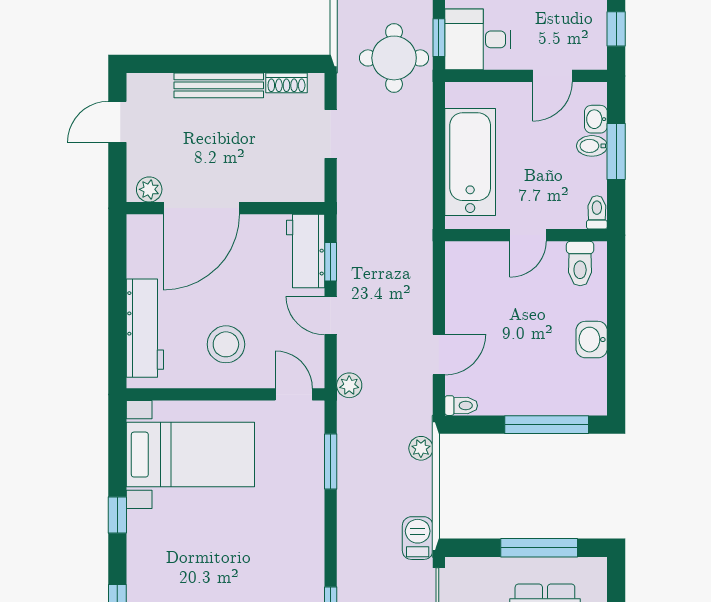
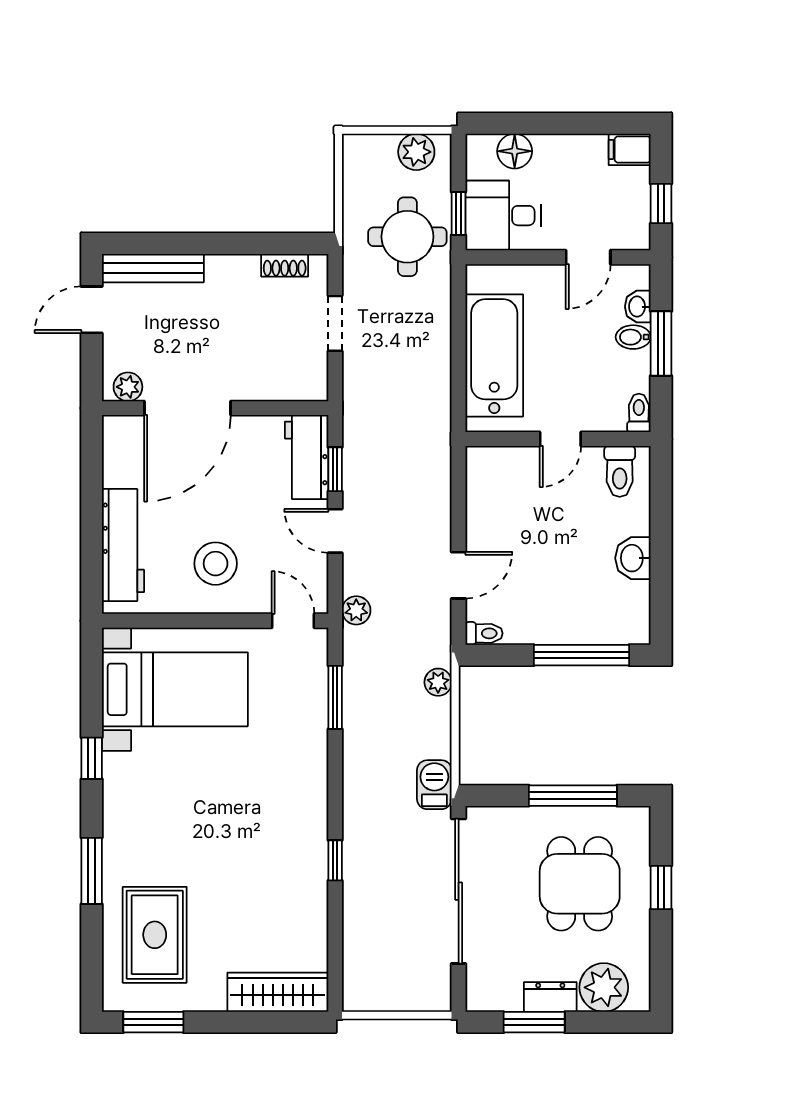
bench: (219, 85) -> (153, 268), moved

